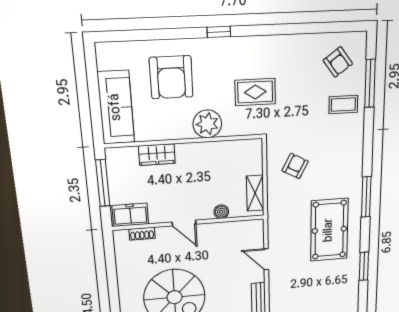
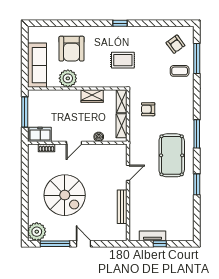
window: (219, 32) -> (120, 23), moved
plant: (207, 124) -> (68, 78), moved
wardrobe: (157, 155) -> (92, 96), moved
shelving: (255, 156) -> (122, 101), added
armchair: (295, 166) -> (148, 109), turned -118
door: (184, 223) -> (74, 143), hinge flipped
door: (266, 259) -> (128, 173), swing flipped

